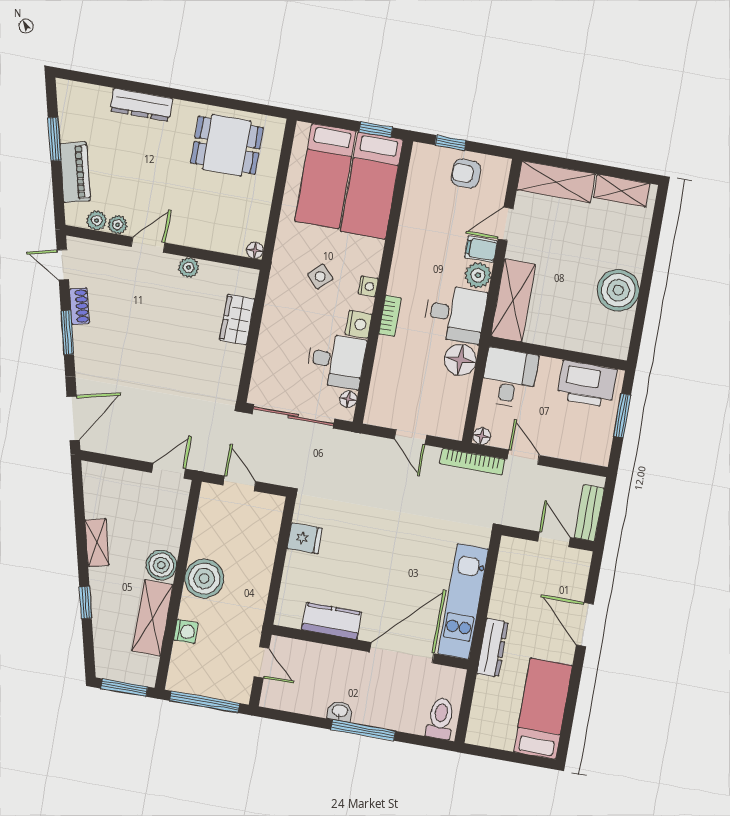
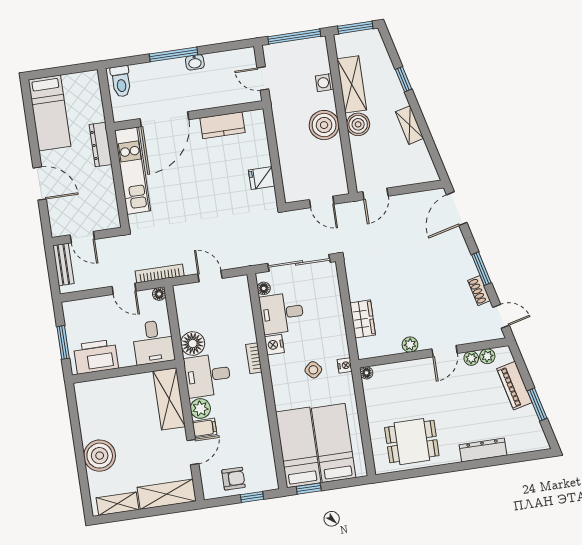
nightstand: (368, 286) -> (345, 365), moved, turned 180
boiler: (618, 290) -> (100, 456), moved

